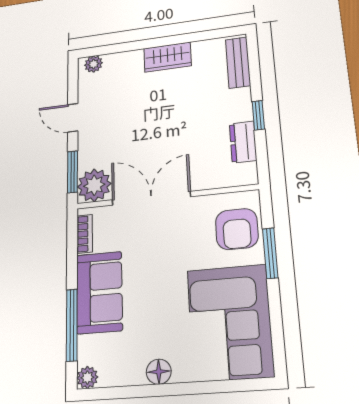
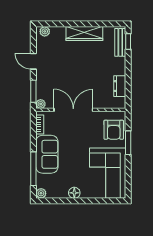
wardrobe: (167, 57) -> (84, 33), width x1.50
window: (258, 115) -> (128, 41), moved
plant: (94, 185) -> (41, 104), width x0.53, depth x0.53

